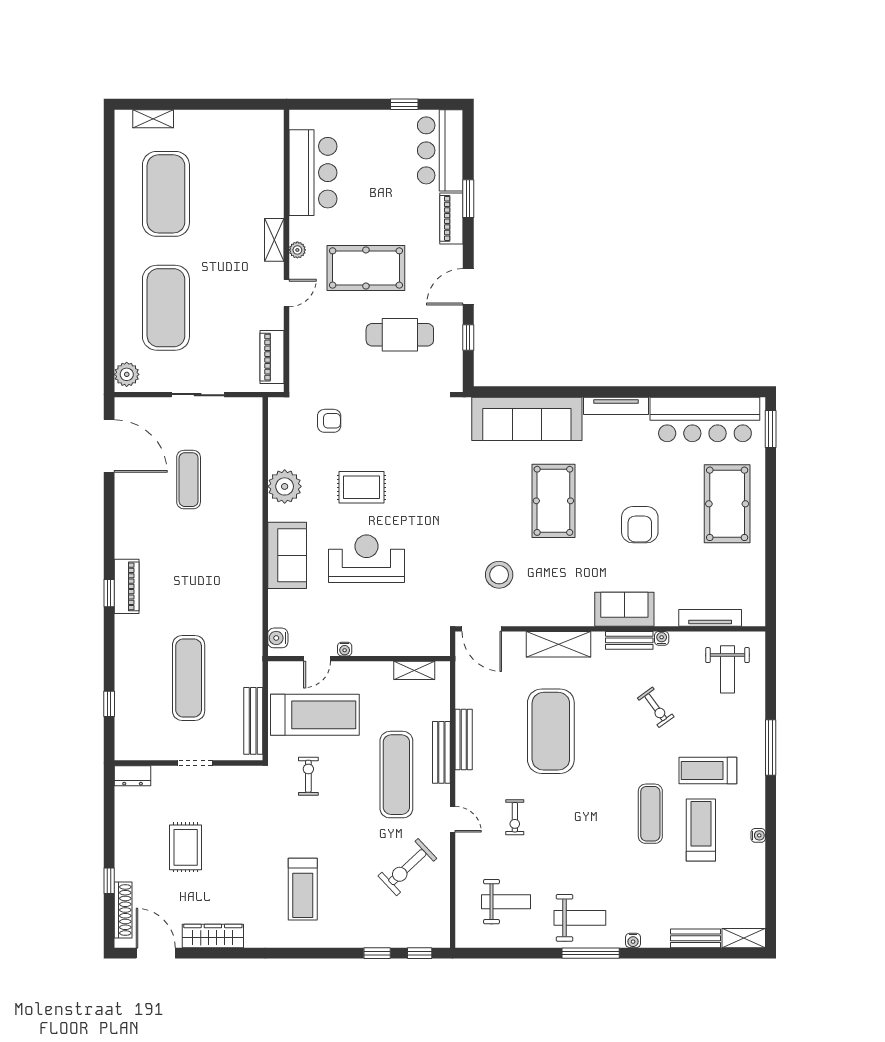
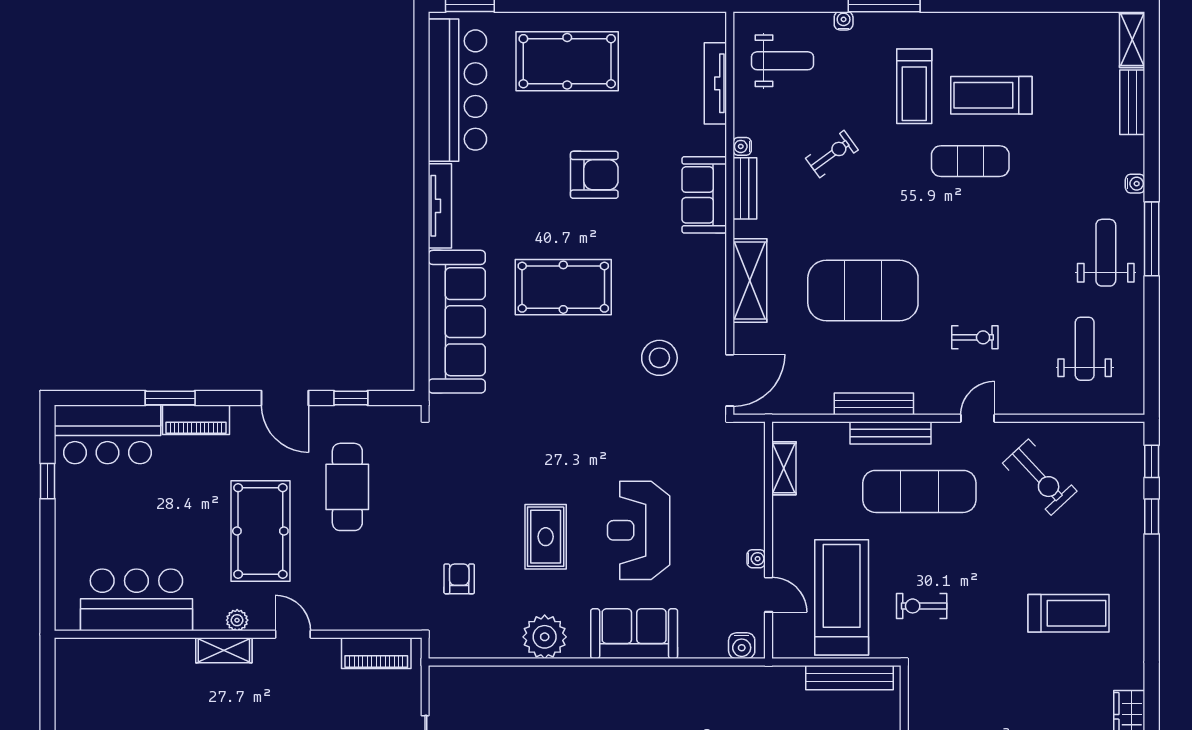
water cooler: (758, 835) -> (844, 21), moved

